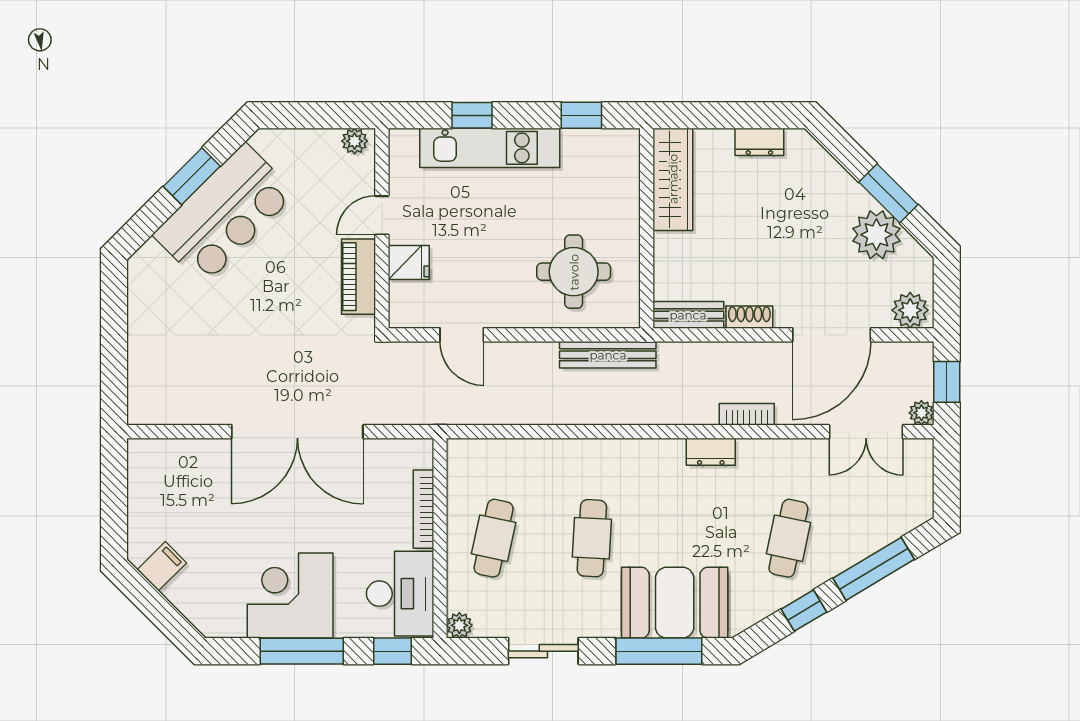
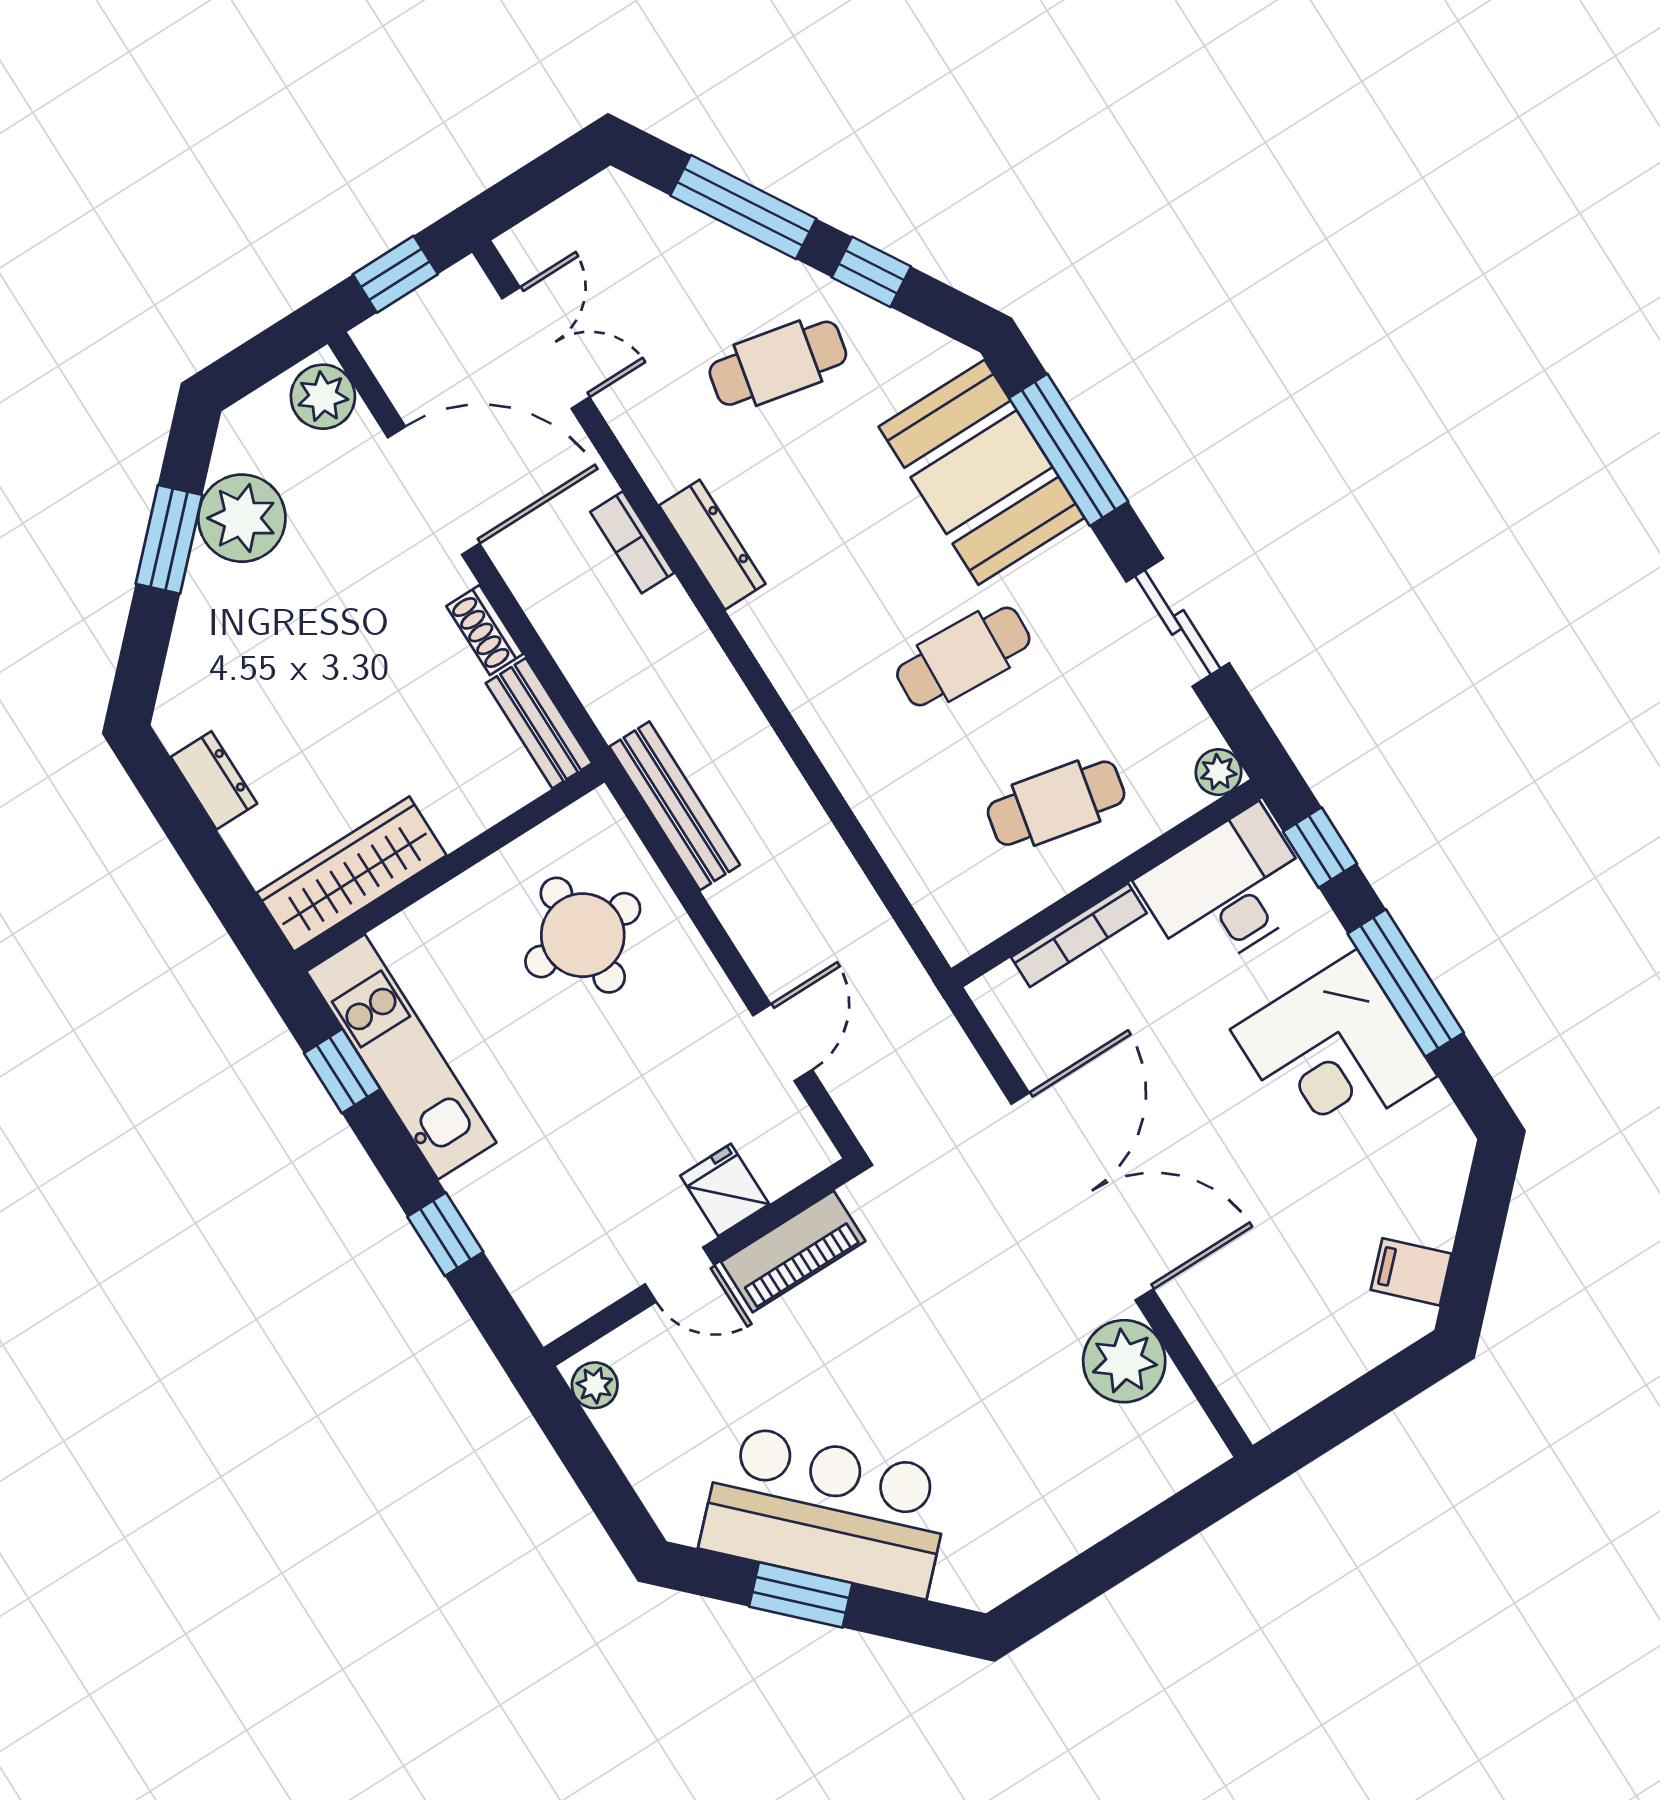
kitchen unit: (490, 148) -> (401, 1057), moved
plant: (921, 413) -> (1124, 1361), moved, width x1.87, depth x1.87
dresser: (711, 452) -> (712, 545), width x1.44

